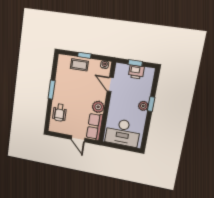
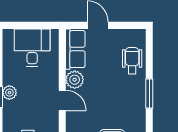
door: (110, 84) -> (62, 100), moved
desk: (123, 133) -> (32, 48), width x0.73

